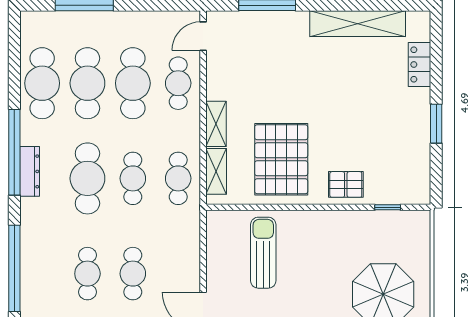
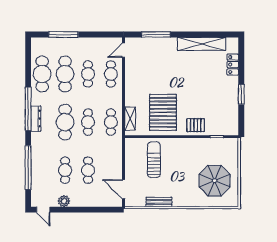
cafe table: (133, 83) -> (88, 74), width x0.73, depth x0.74
shelving: (216, 124) -> (130, 94), removed

